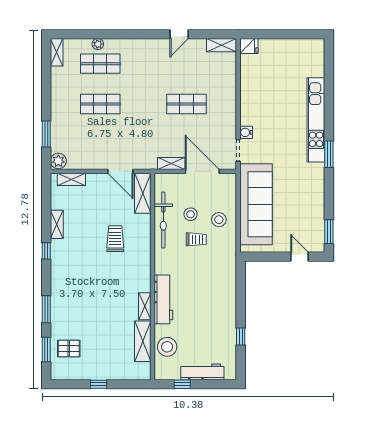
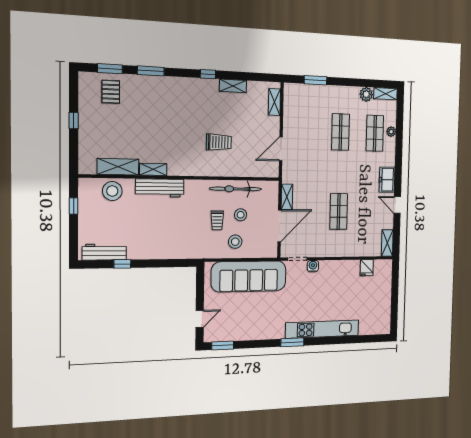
fridge: (249, 46) -> (367, 268), moved
freezer: (151, 48) -> (387, 180), added
plant: (58, 161) -> (366, 94), moved
shelving: (143, 193) -> (261, 170), removed
workbench: (202, 372) -> (104, 252), moved, turned -90

